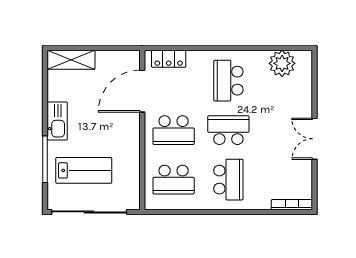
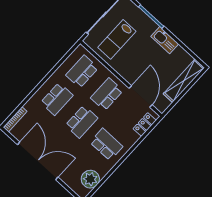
shelving: (71, 60) -> (184, 81), width x1.47
double door: (315, 139) -> (38, 161), width x1.87
lab bench: (84, 170) -> (117, 39), moved
school desk: (228, 180) -> (57, 99), turned -90

